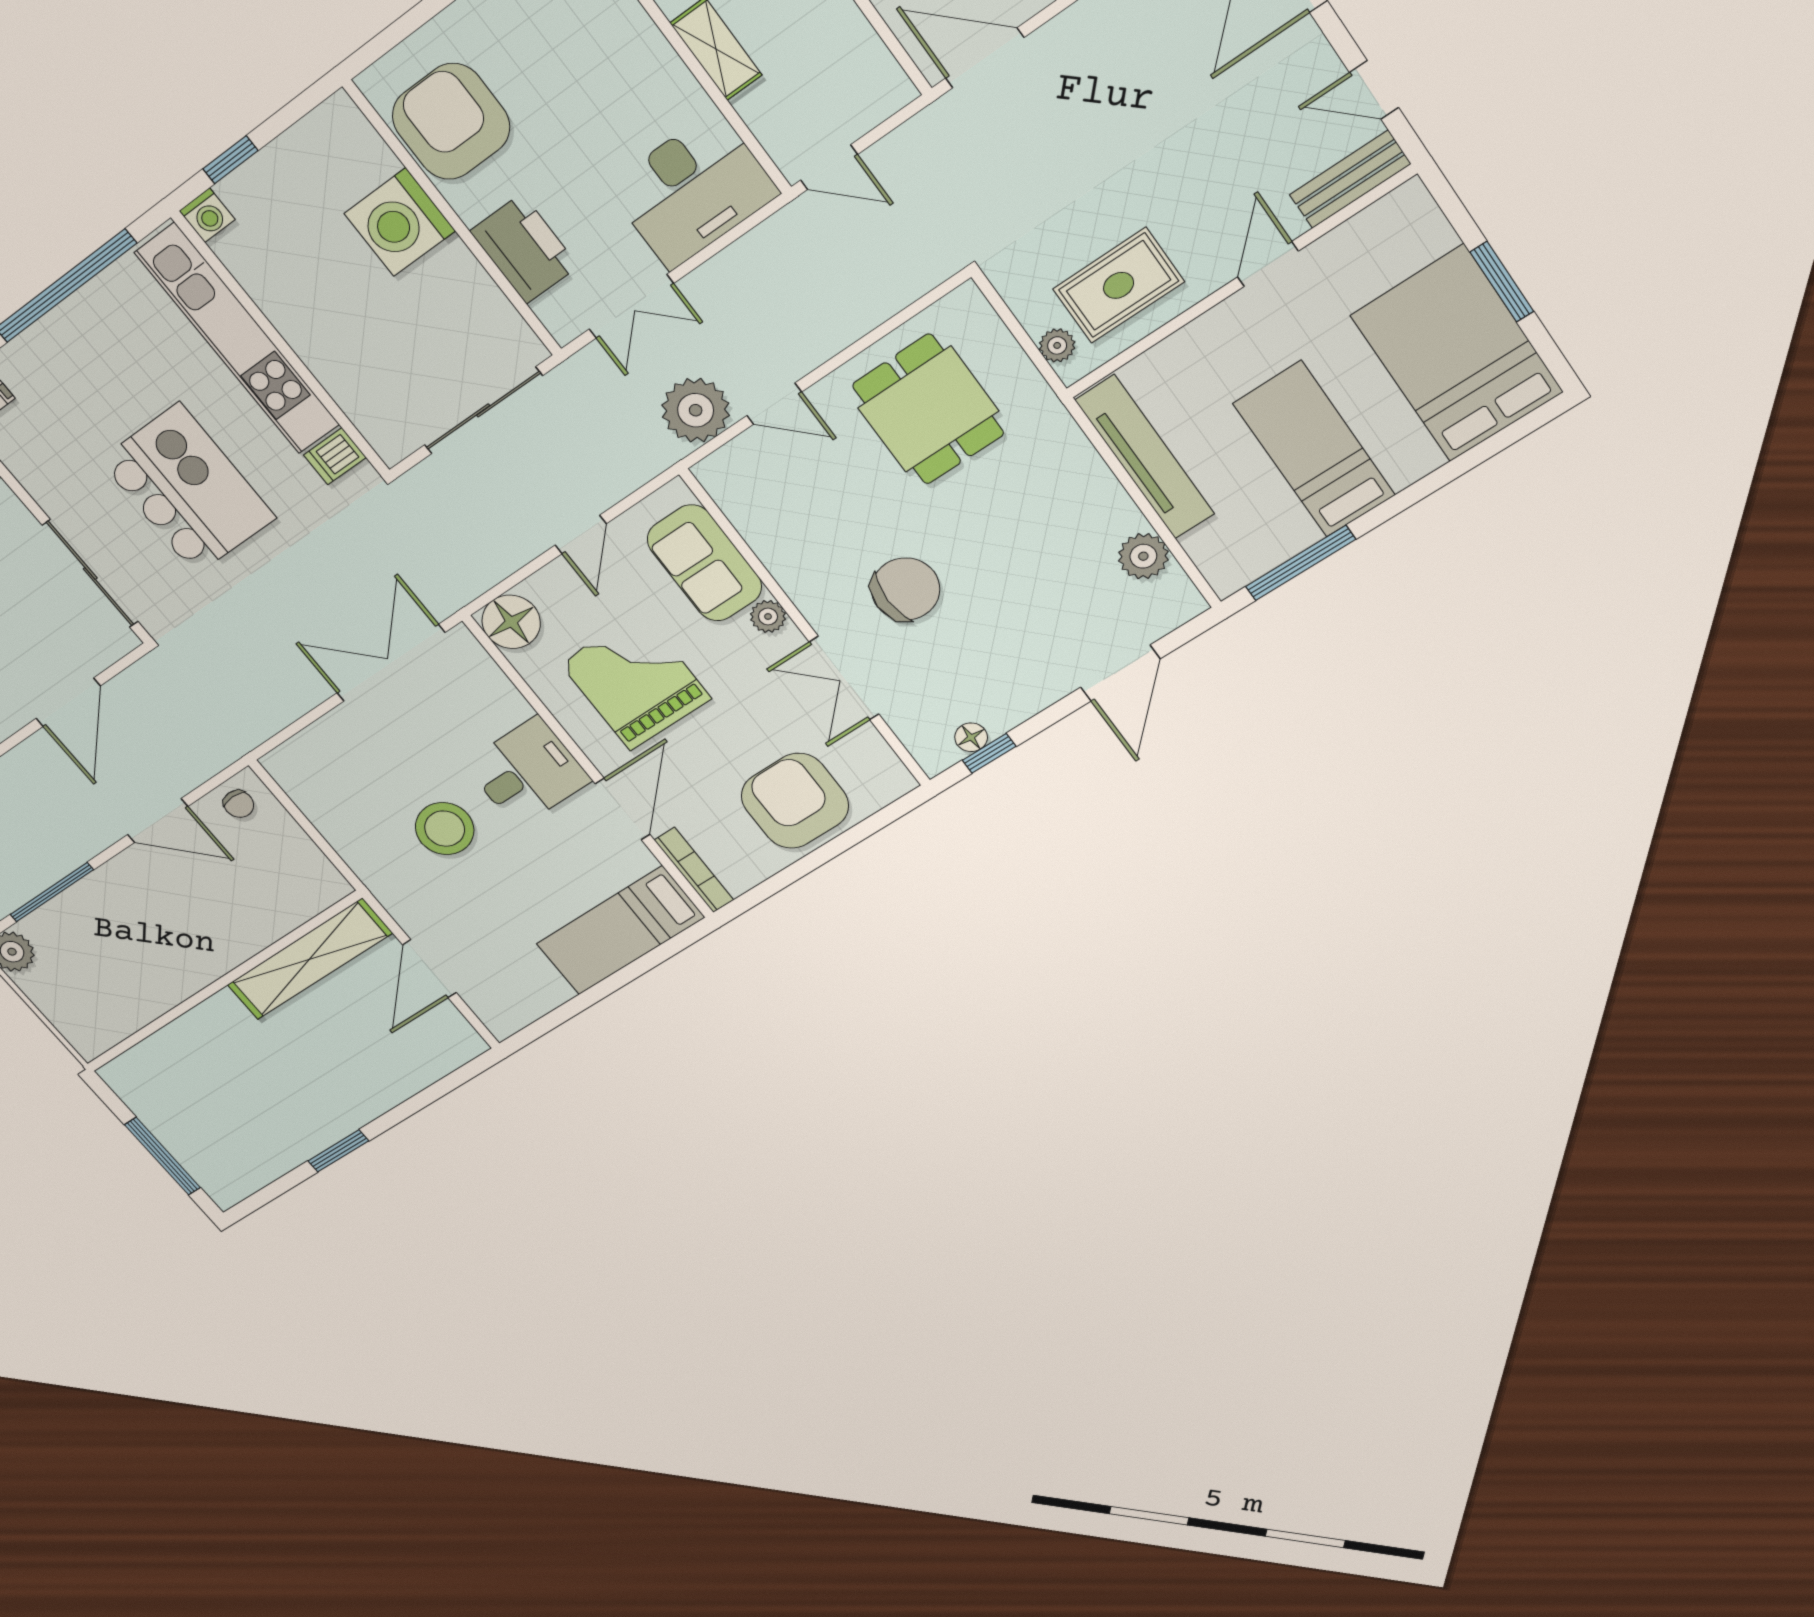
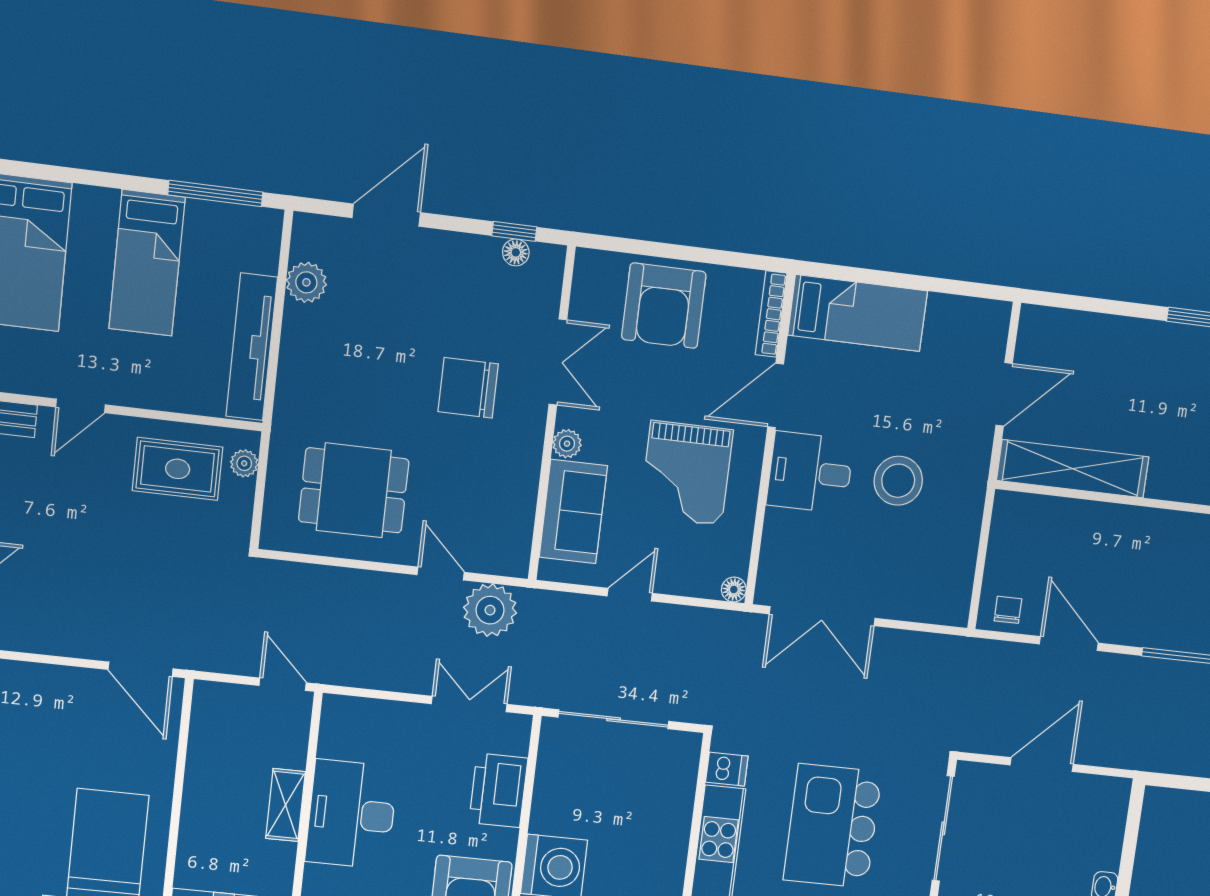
desk: (693, 190) -> (351, 814), moved, turned -90
dining table: (928, 409) -> (354, 490), turned 90
floor lamp: (511, 622) -> (734, 589), width x0.53, depth x0.53

